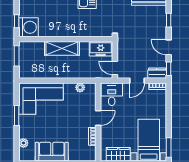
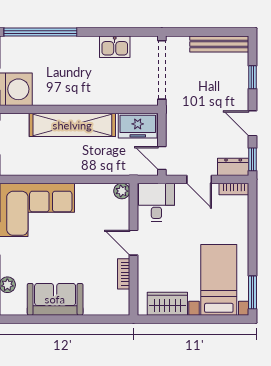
shelving: (62, 48) -> (72, 125), width x1.47
door: (137, 81) -> (199, 179), hinge flipped
plant: (80, 87) -> (122, 191), moved
door: (98, 118) -> (134, 243), swing flipped

